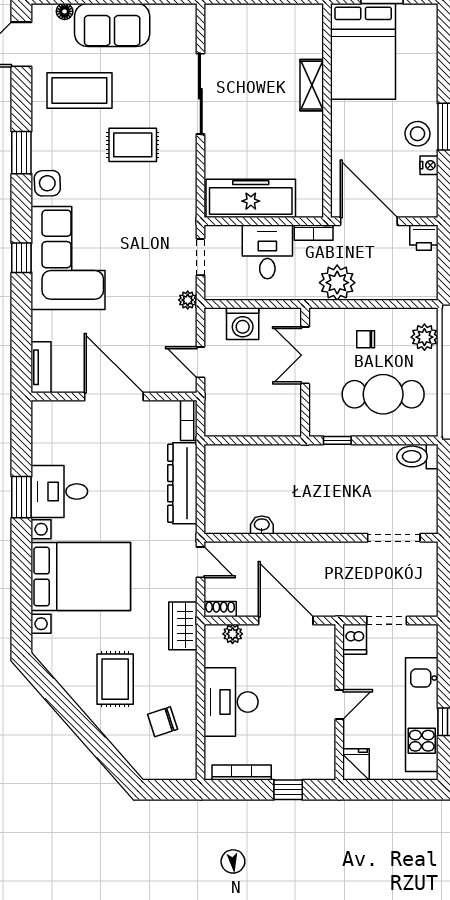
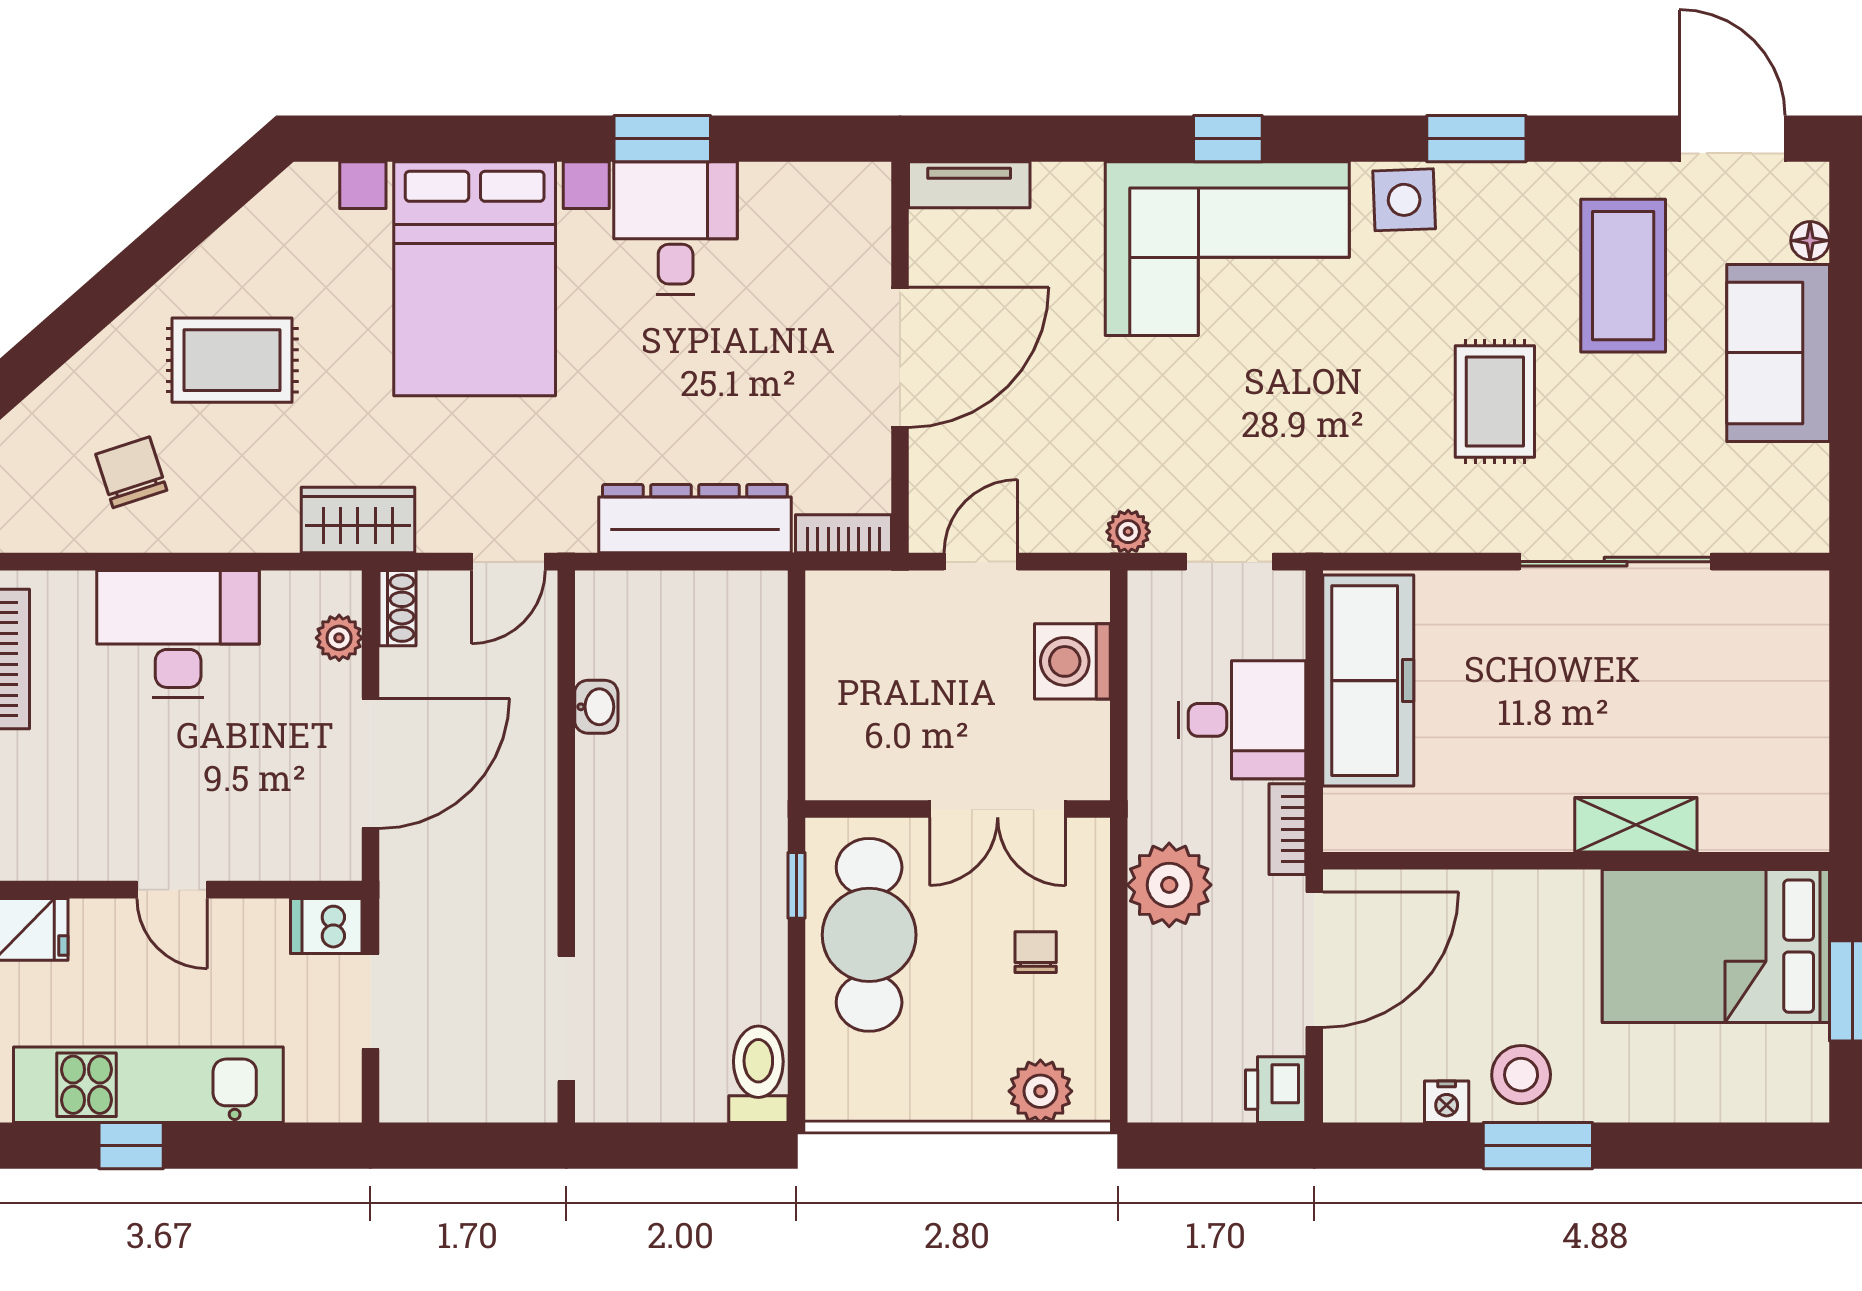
double door: (305, 355) -> (998, 809), swing flipped
cafe table: (383, 394) -> (869, 935), moved

